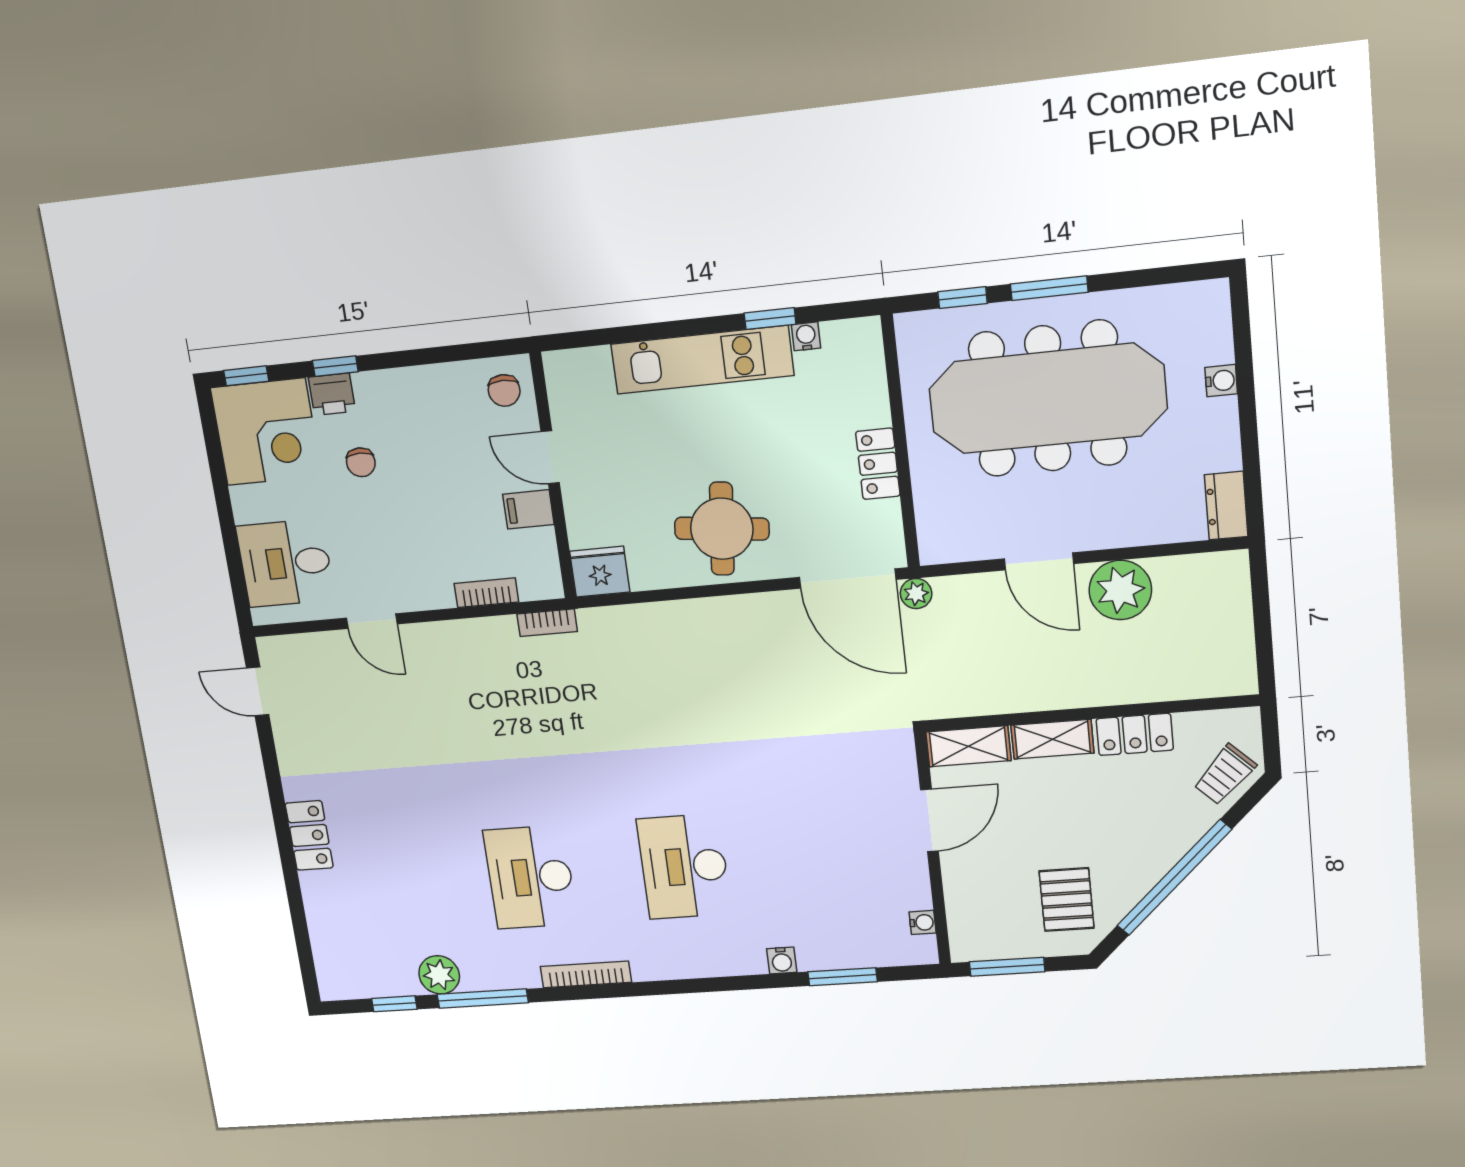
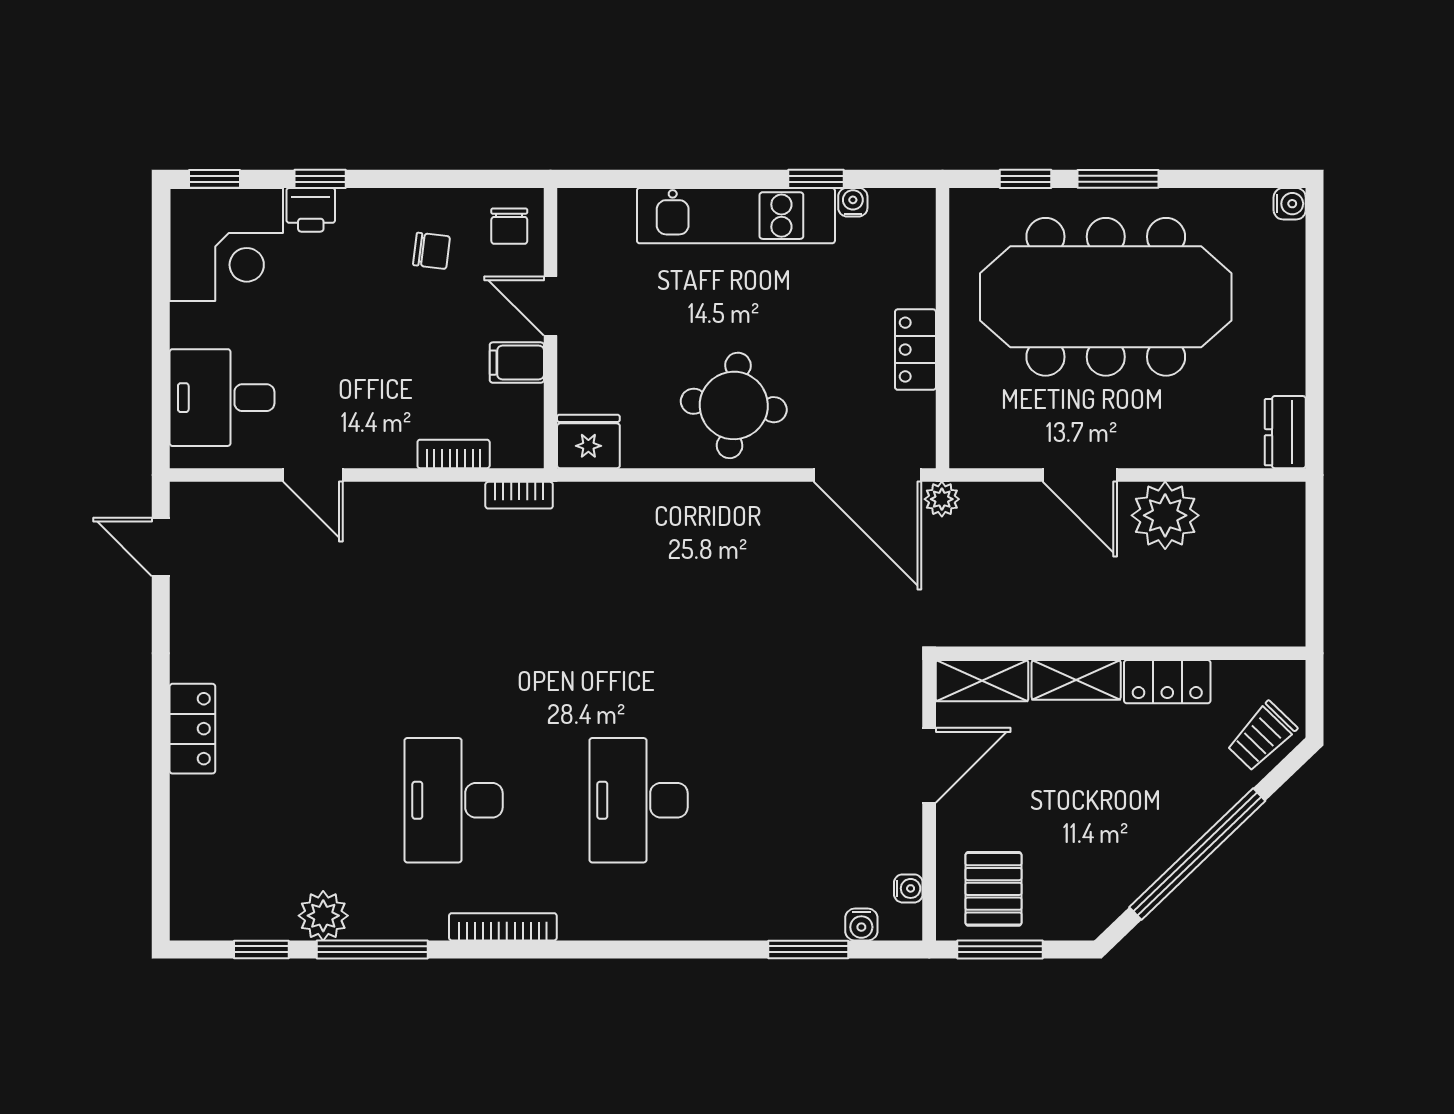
water cooler: (1221, 381) -> (1290, 204), moved
chair: (361, 462) -> (431, 251), moved, turned -83
pallet: (1067, 900) -> (993, 889), moved
water cooler: (782, 960) -> (861, 924), moved

